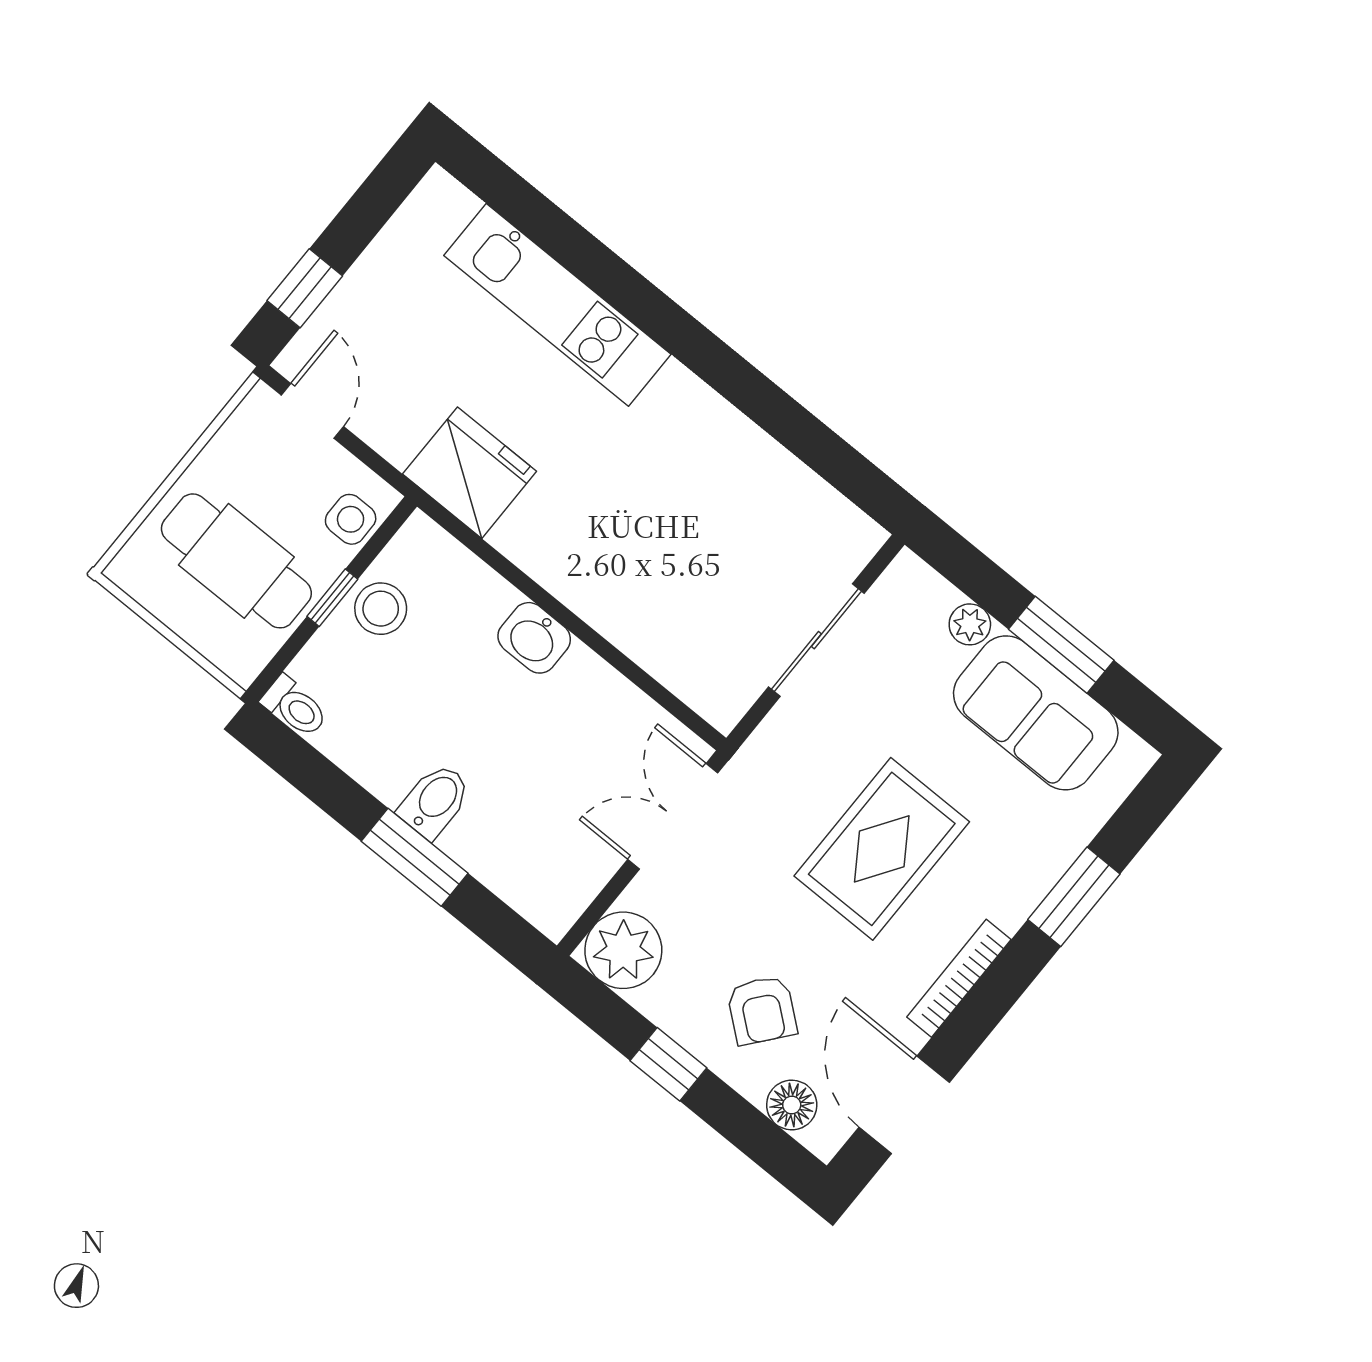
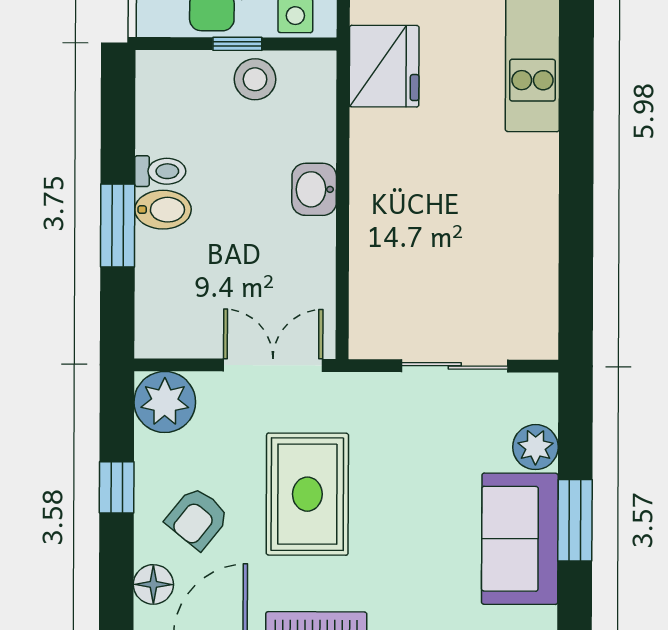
plant: (970, 624) -> (535, 447), width x1.38, depth x1.38
toilet: (295, 707) -> (160, 171), moved, turned -90
rug: (882, 849) -> (307, 494), moved, turned 90

